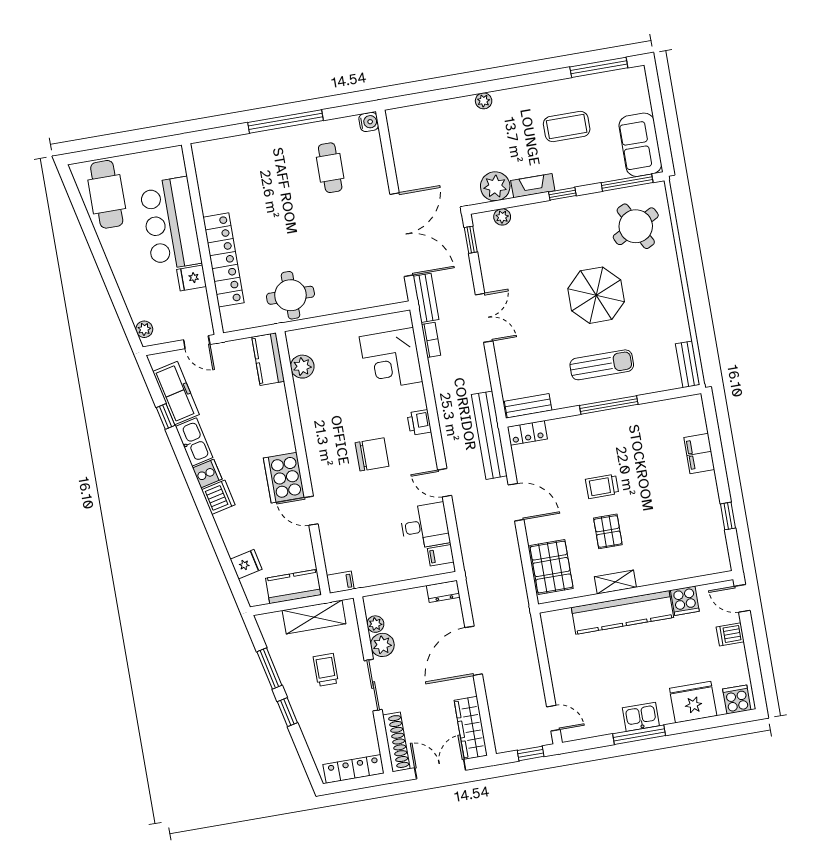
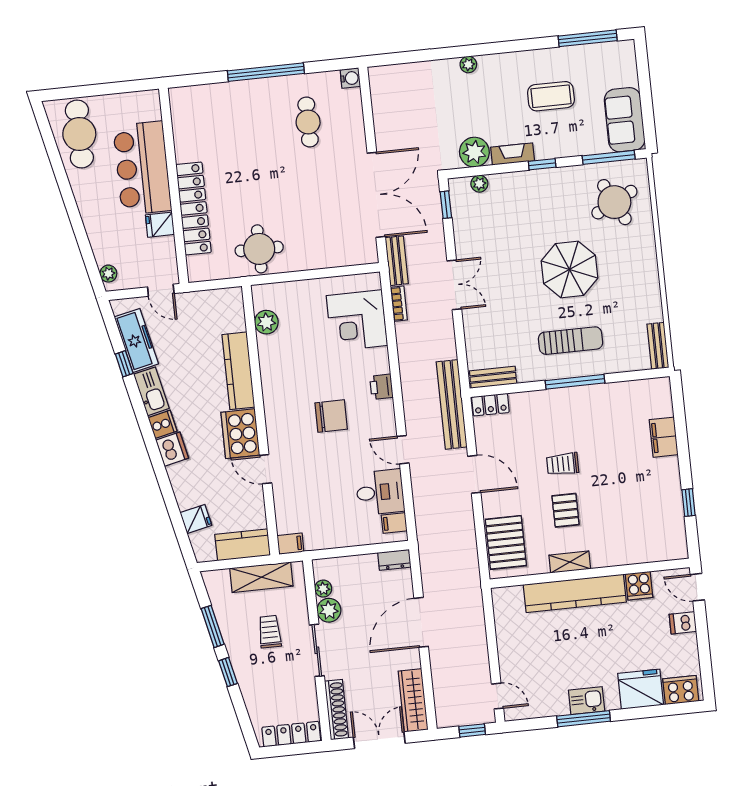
kitchen counter: (268, 359) -> (238, 371), moved, width x1.50
cooker: (737, 700) -> (681, 690), width x1.36

